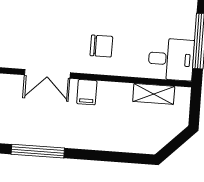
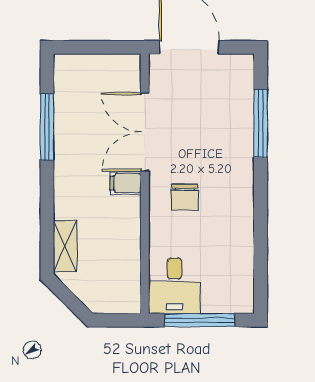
double door: (47, 74) -> (145, 132), width x1.37
shelving: (154, 94) -> (65, 246), moved

